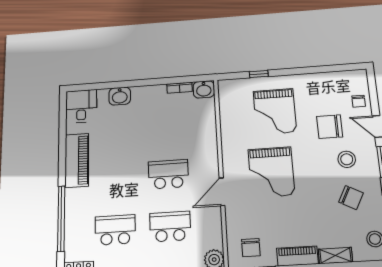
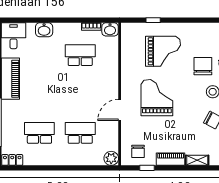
grand piano: (275, 112) -> (163, 51), turned -90
chair: (330, 127) -> (203, 66), turned 90
grand piano: (271, 172) -> (157, 98), turned 180
school desk: (168, 174) -> (80, 55), moved

